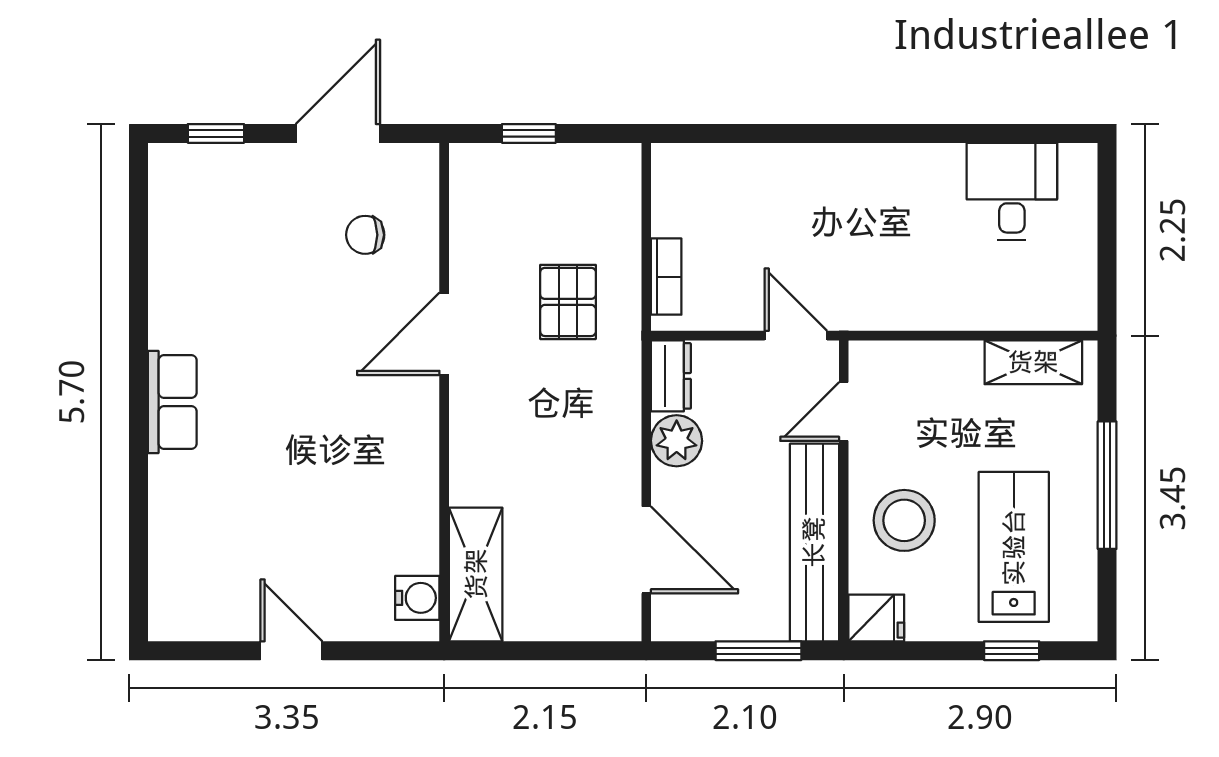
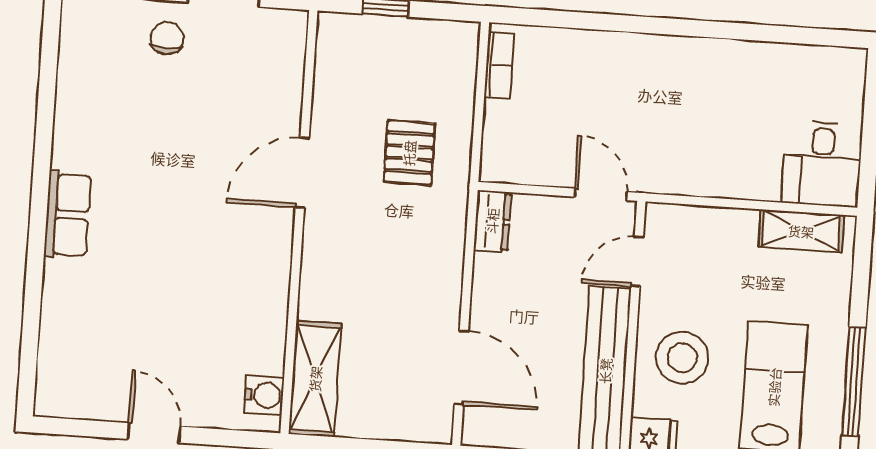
desk: (1012, 192) -> (822, 164), moved, turned 180
chair: (365, 235) -> (167, 38), moved, turned 90
bookcase: (666, 277) -> (499, 65), moved
plant: (677, 441) -> (493, 277), removed
window: (1107, 485) -> (854, 382), moved

